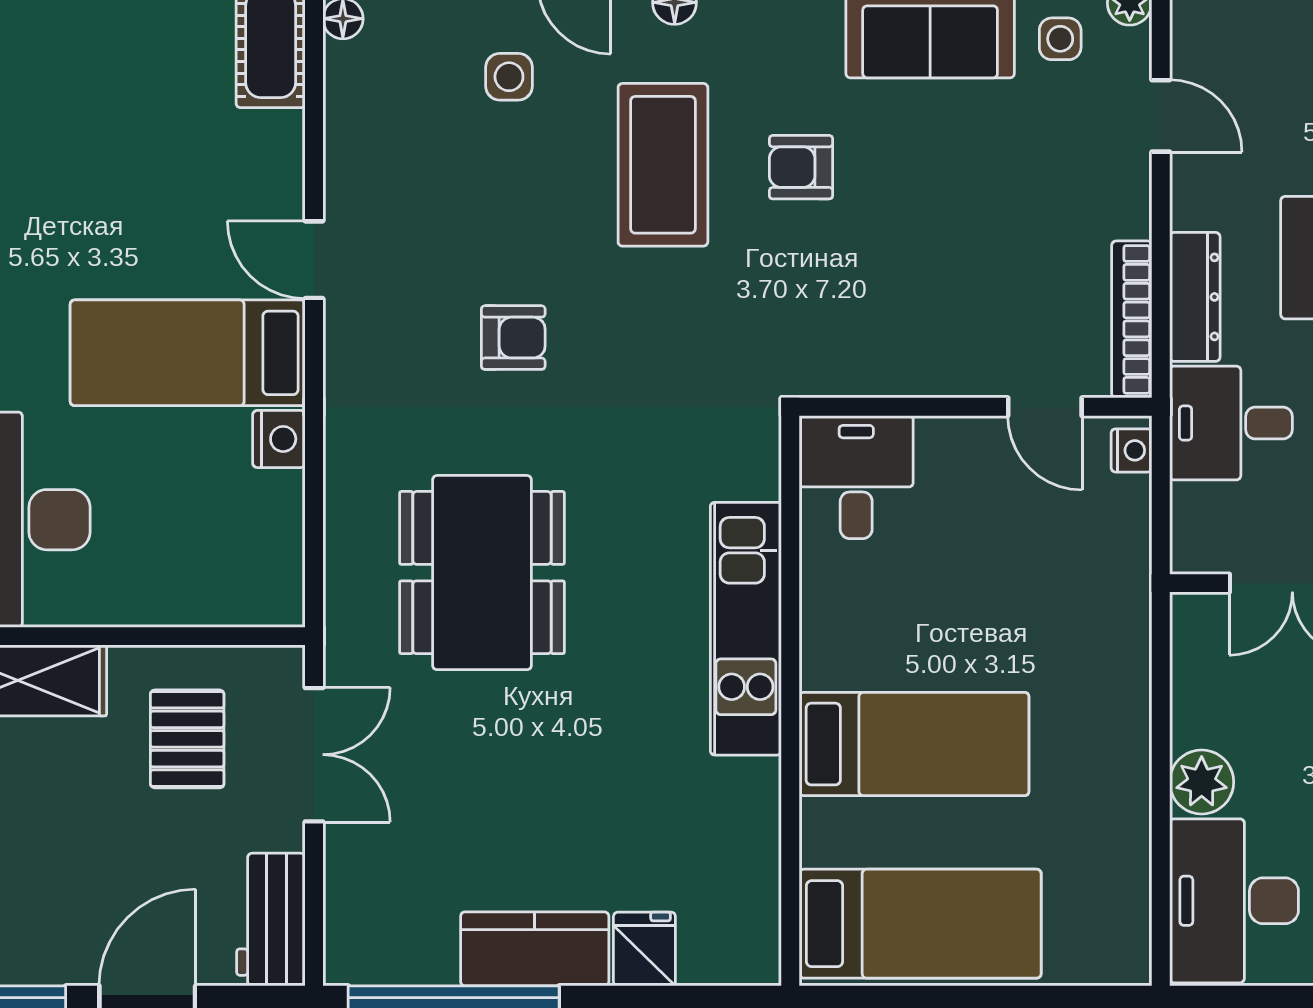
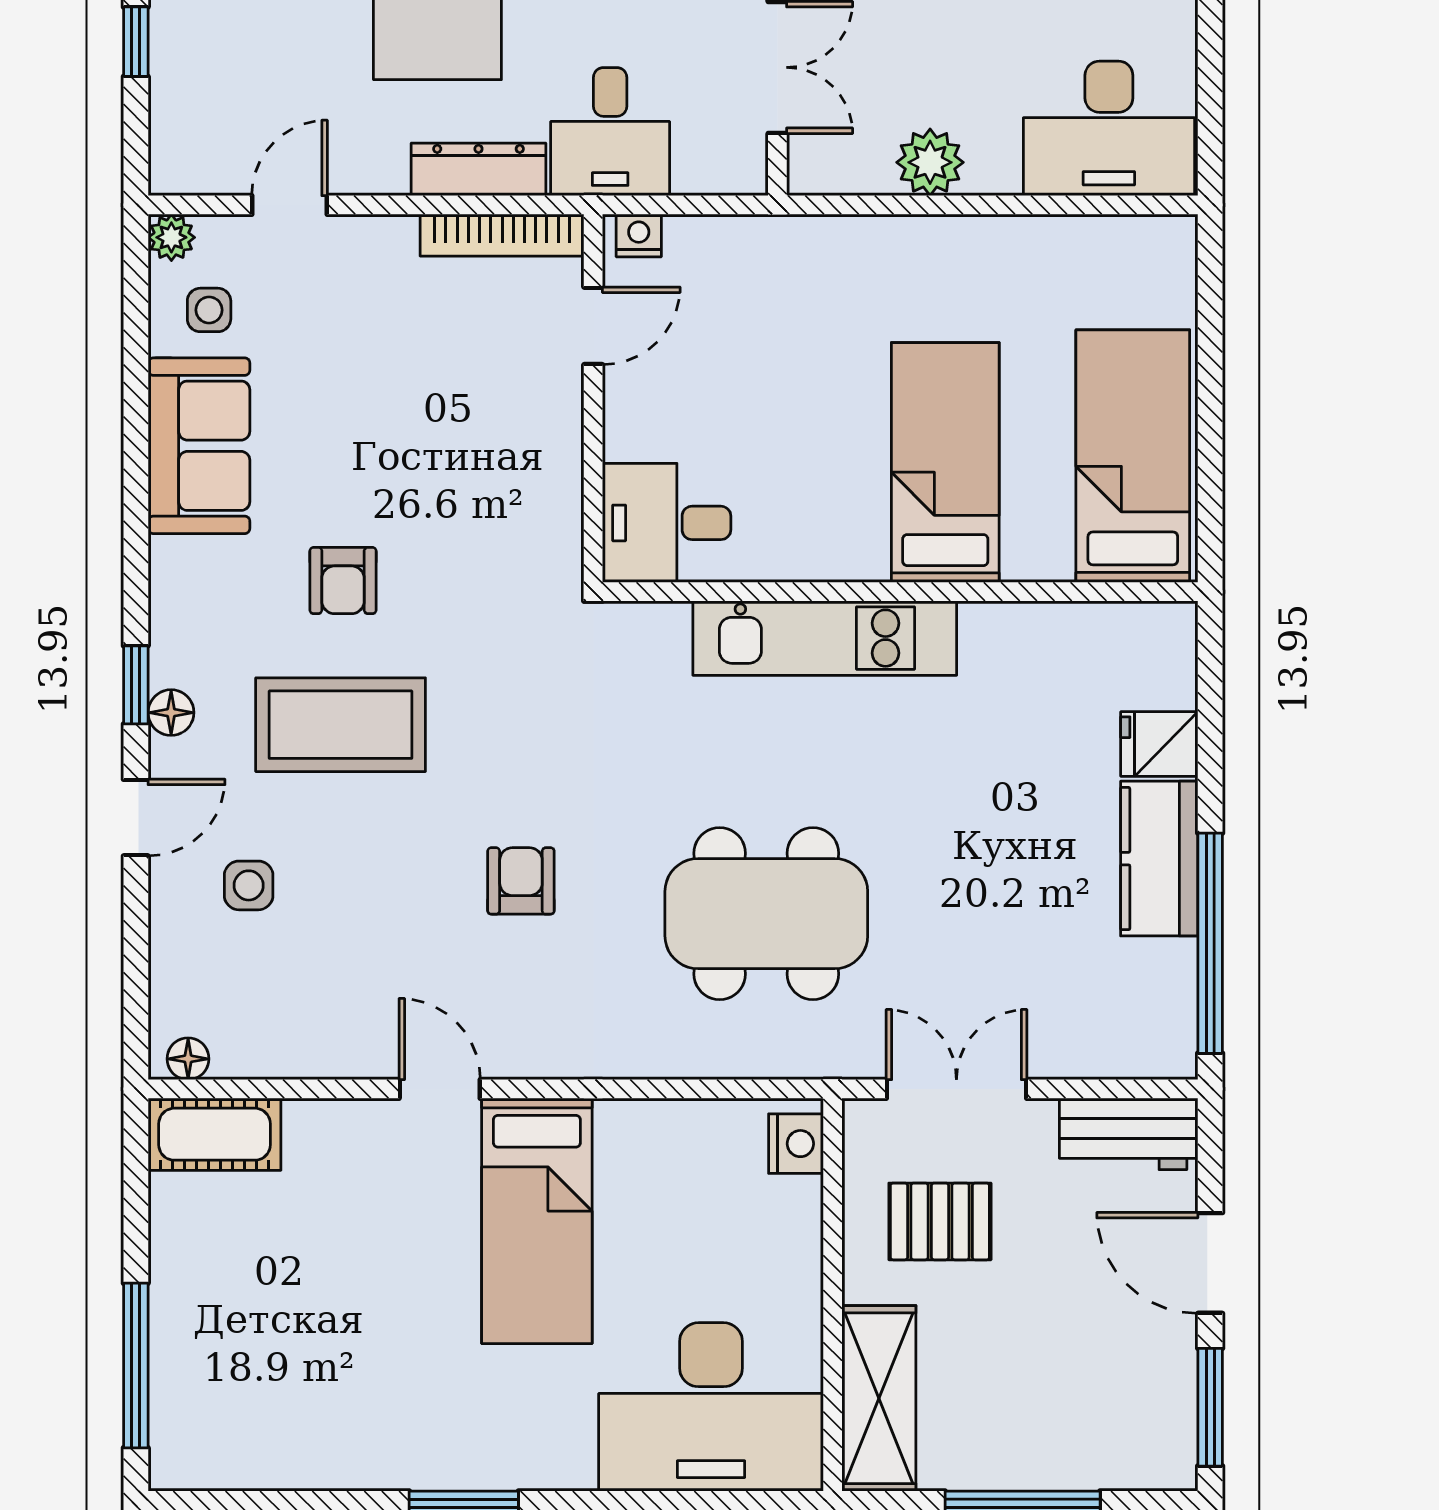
door: (314, 260) -> (440, 1089), swing flipped
nightstand: (279, 439) -> (796, 1144), moved, turned 90
plant: (1202, 782) -> (930, 162), moved

